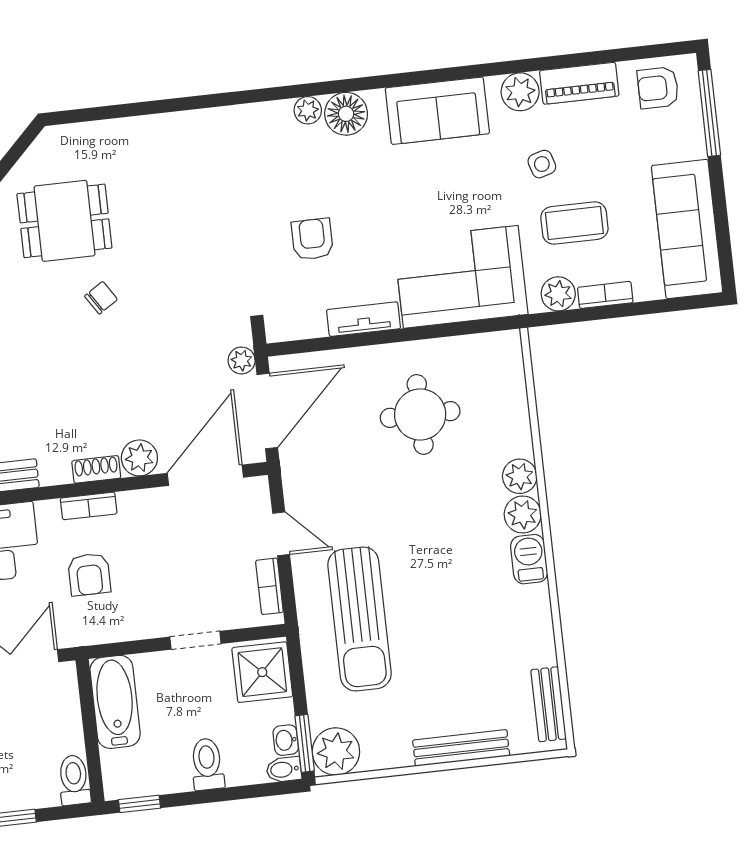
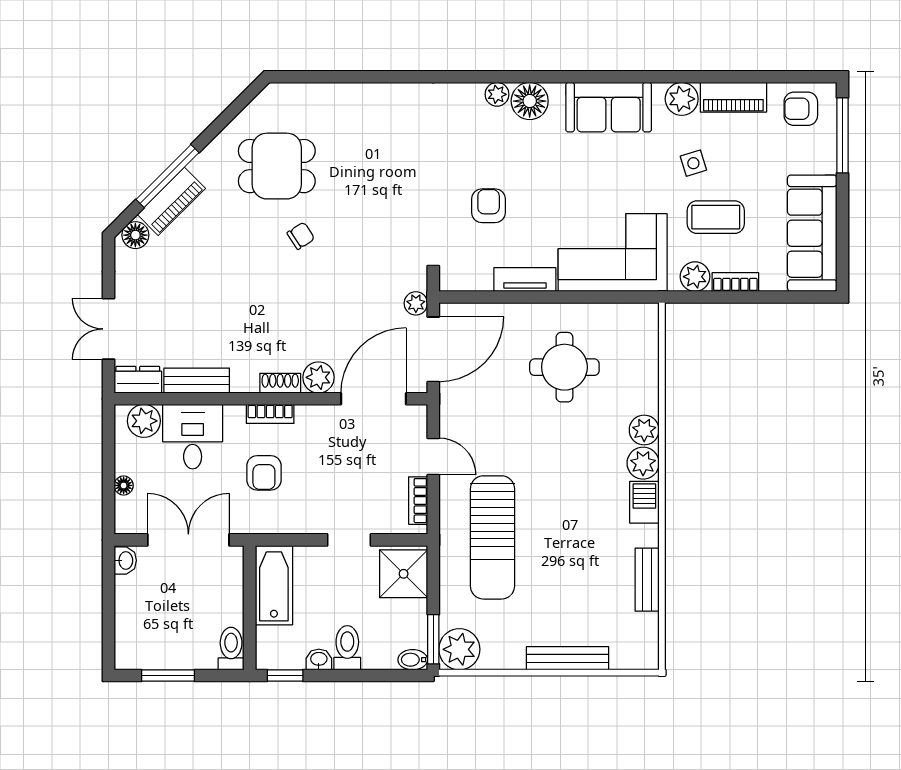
bench: (549, 704) -> (647, 580), moved
washbasin: (286, 740) -> (319, 659), moved, turned 90

